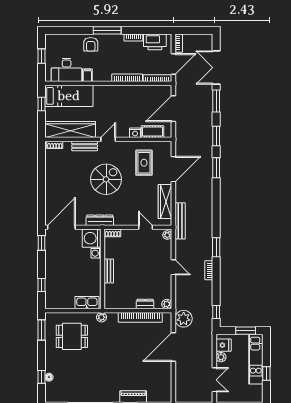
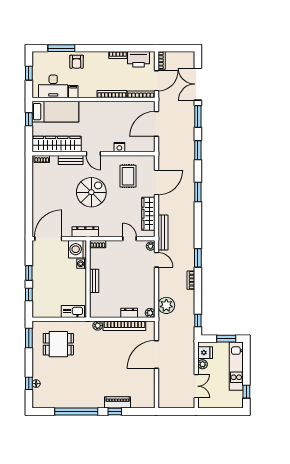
window: (107, 30) -> (61, 48), moved
cot: (152, 132) -> (136, 146), removed
door: (108, 139) -> (93, 154), swing flipped
window: (216, 168) -> (198, 192), moved
window: (41, 243) -> (29, 273), moved
door: (173, 267) -> (156, 260), moved
plant: (102, 317) -> (98, 326), moved
plant: (184, 319) -> (166, 305), moved
window: (266, 373) -> (246, 392), moved

